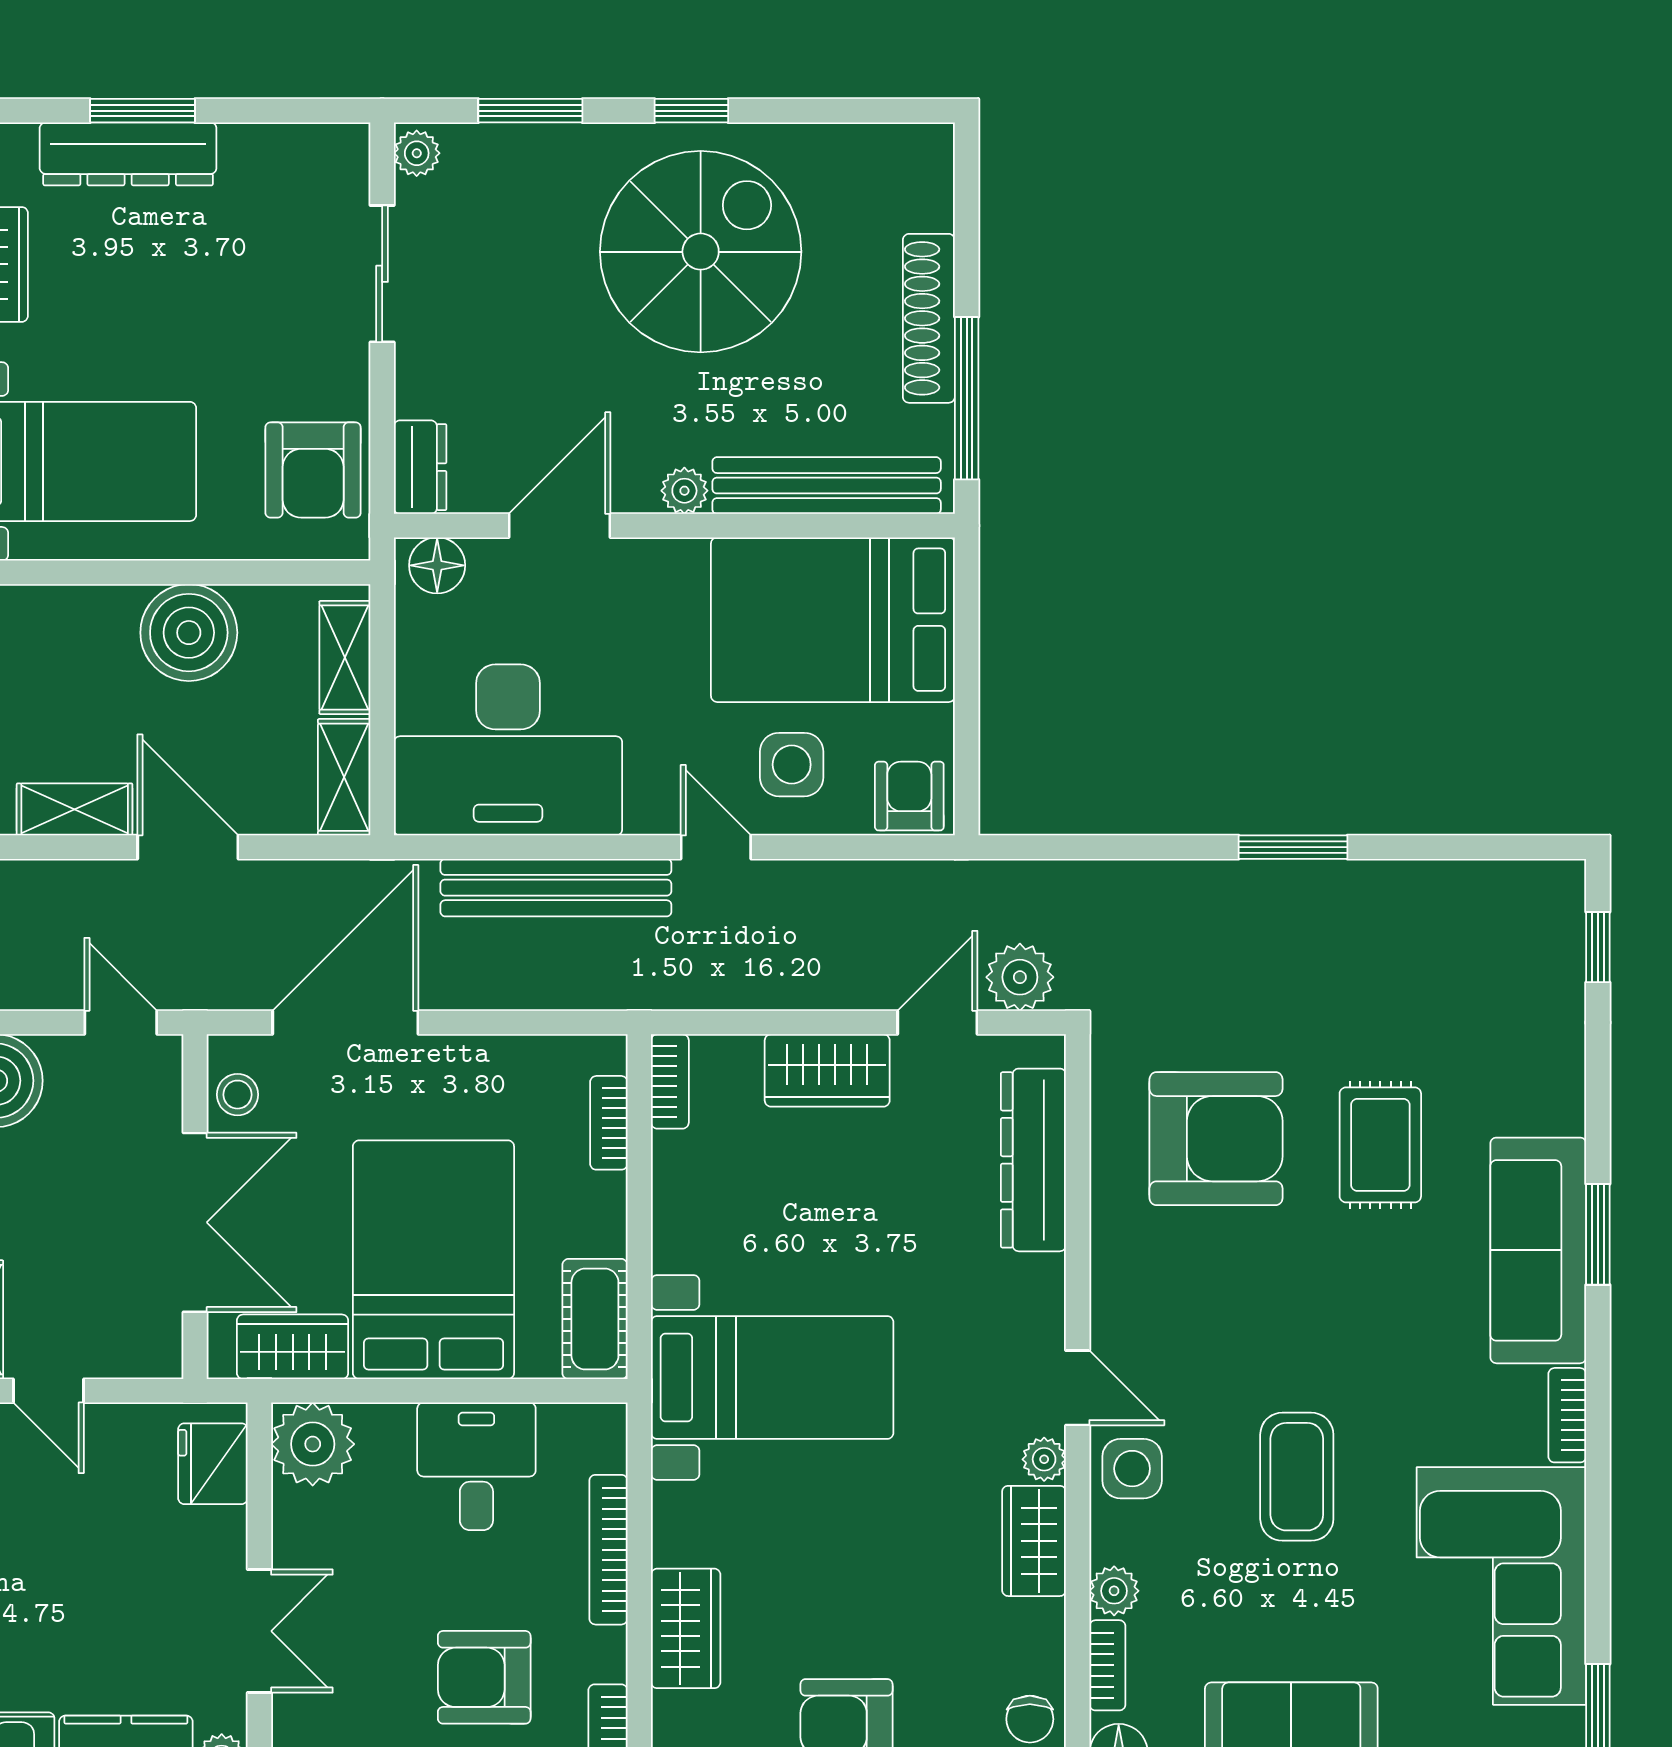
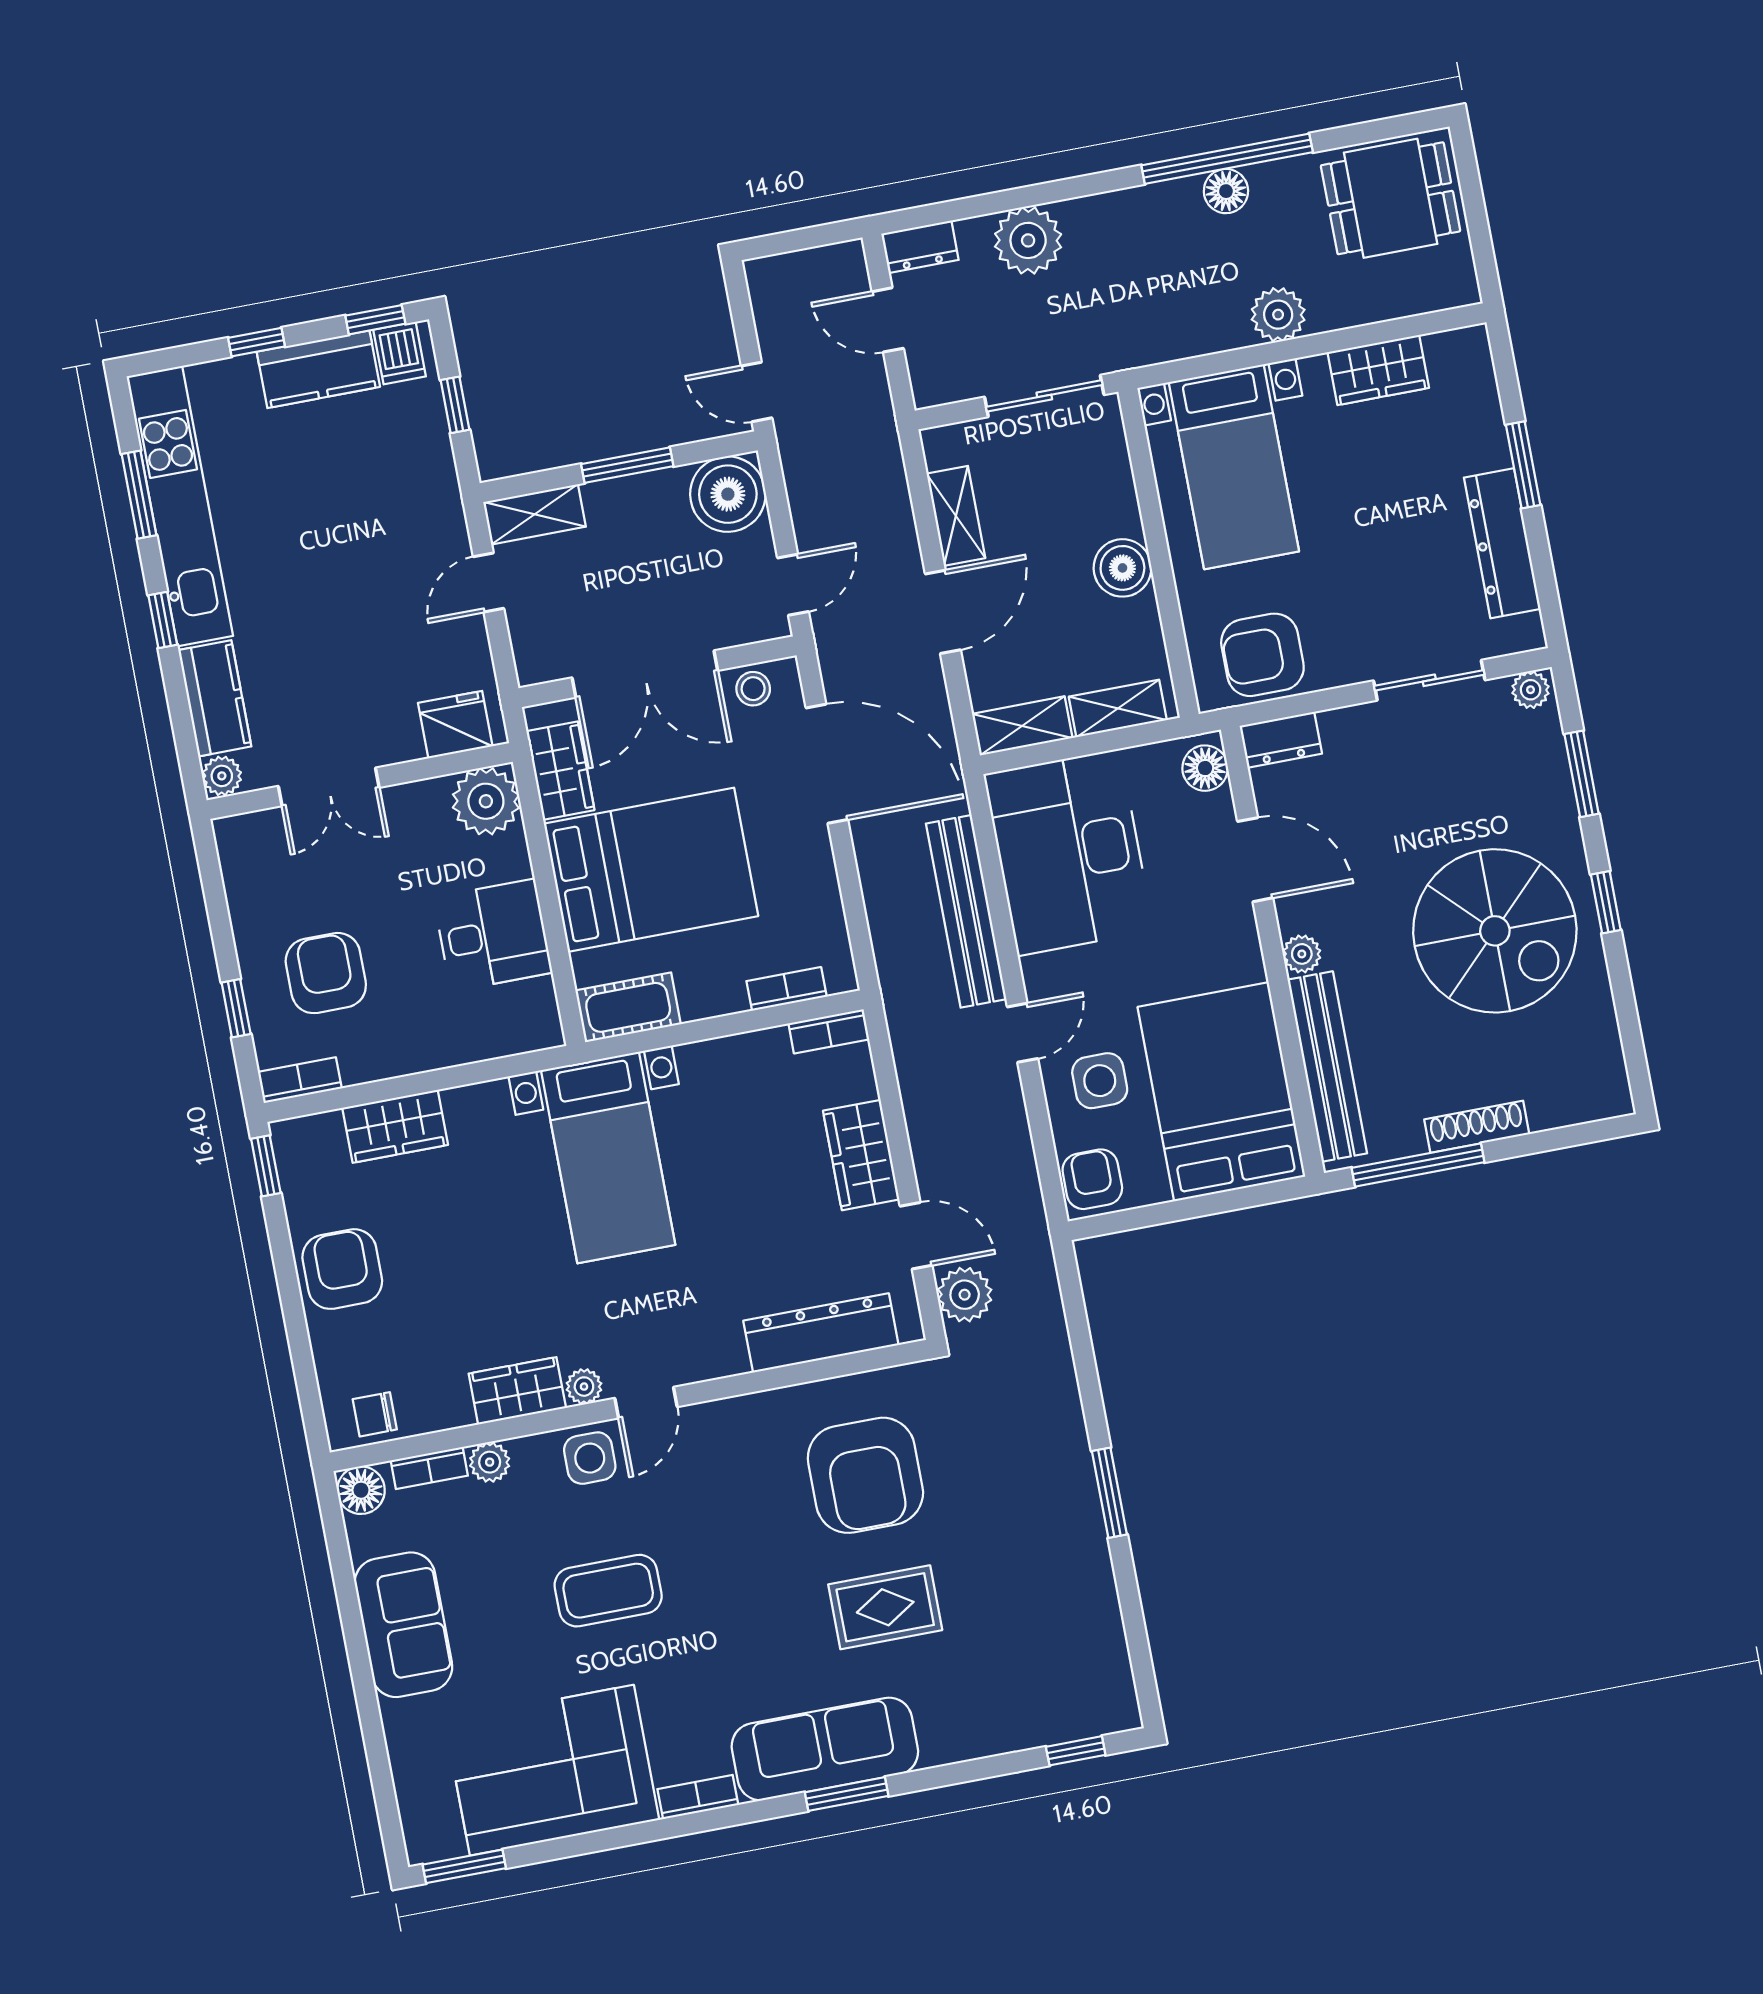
dresser: (128, 154) -> (1502, 543), moved
shoe rack: (929, 318) -> (1477, 1127), width x0.74, depth x0.81
boiler: (189, 633) -> (1122, 568), width x0.73, depth x0.73
armchair: (909, 796) -> (1092, 1179), turned -90
bookcase: (608, 1550) -> (446, 1053), removed

